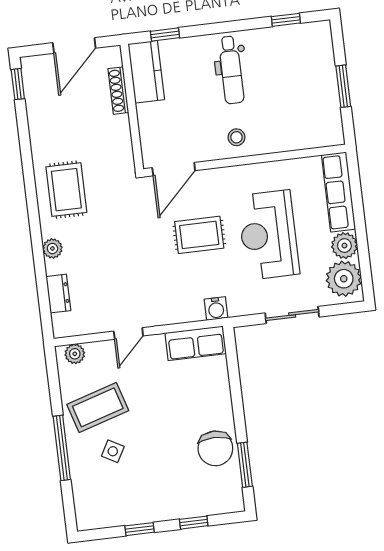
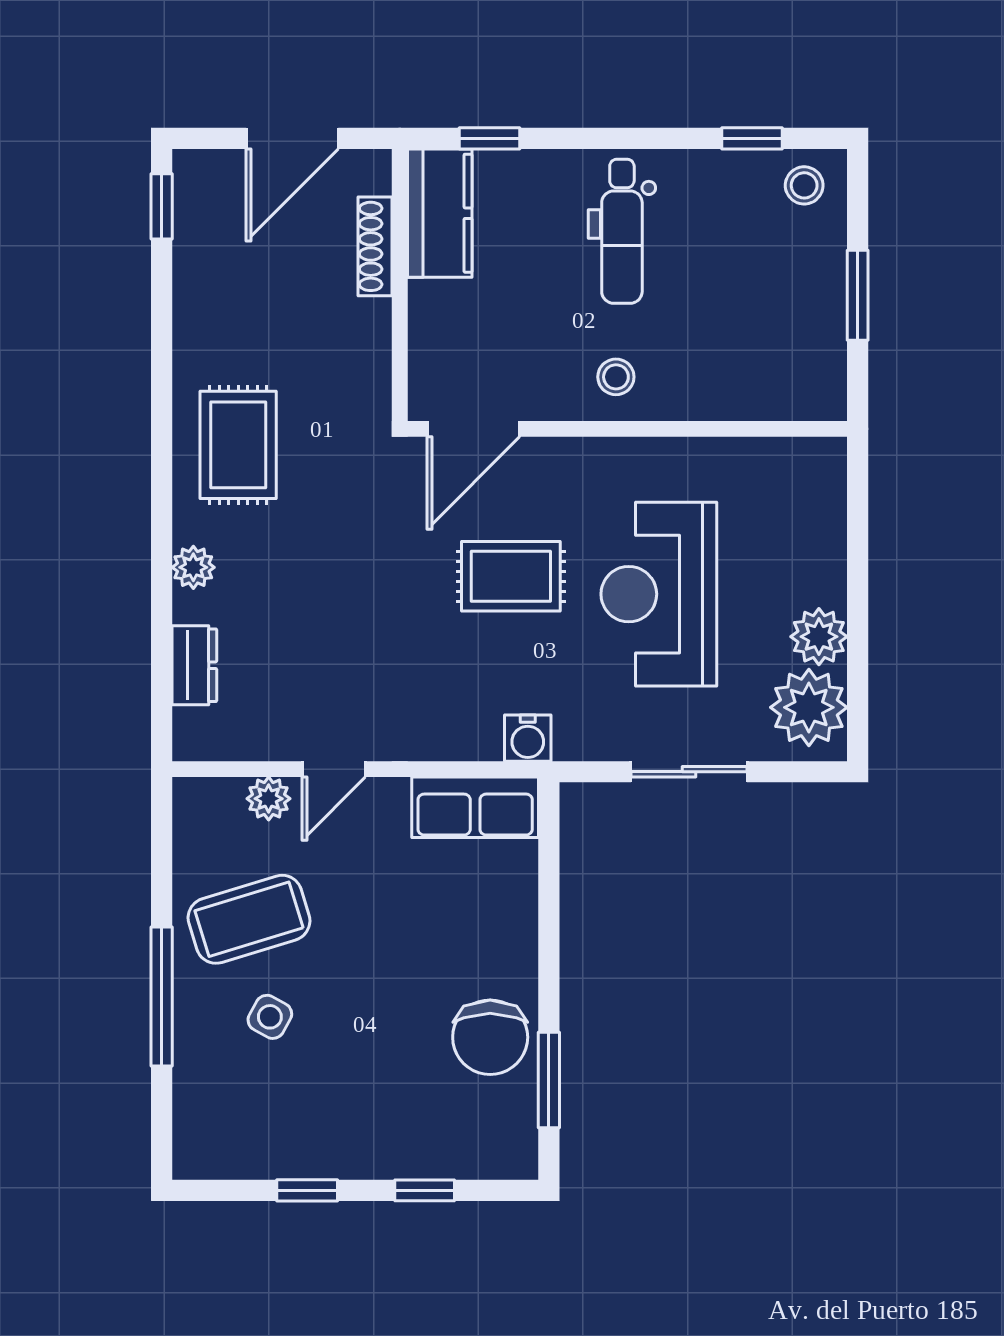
stool: (312, 39) -> (804, 185), added
row of seats: (339, 192) -> (820, 520), removed
plant: (75, 354) -> (269, 799), moved

